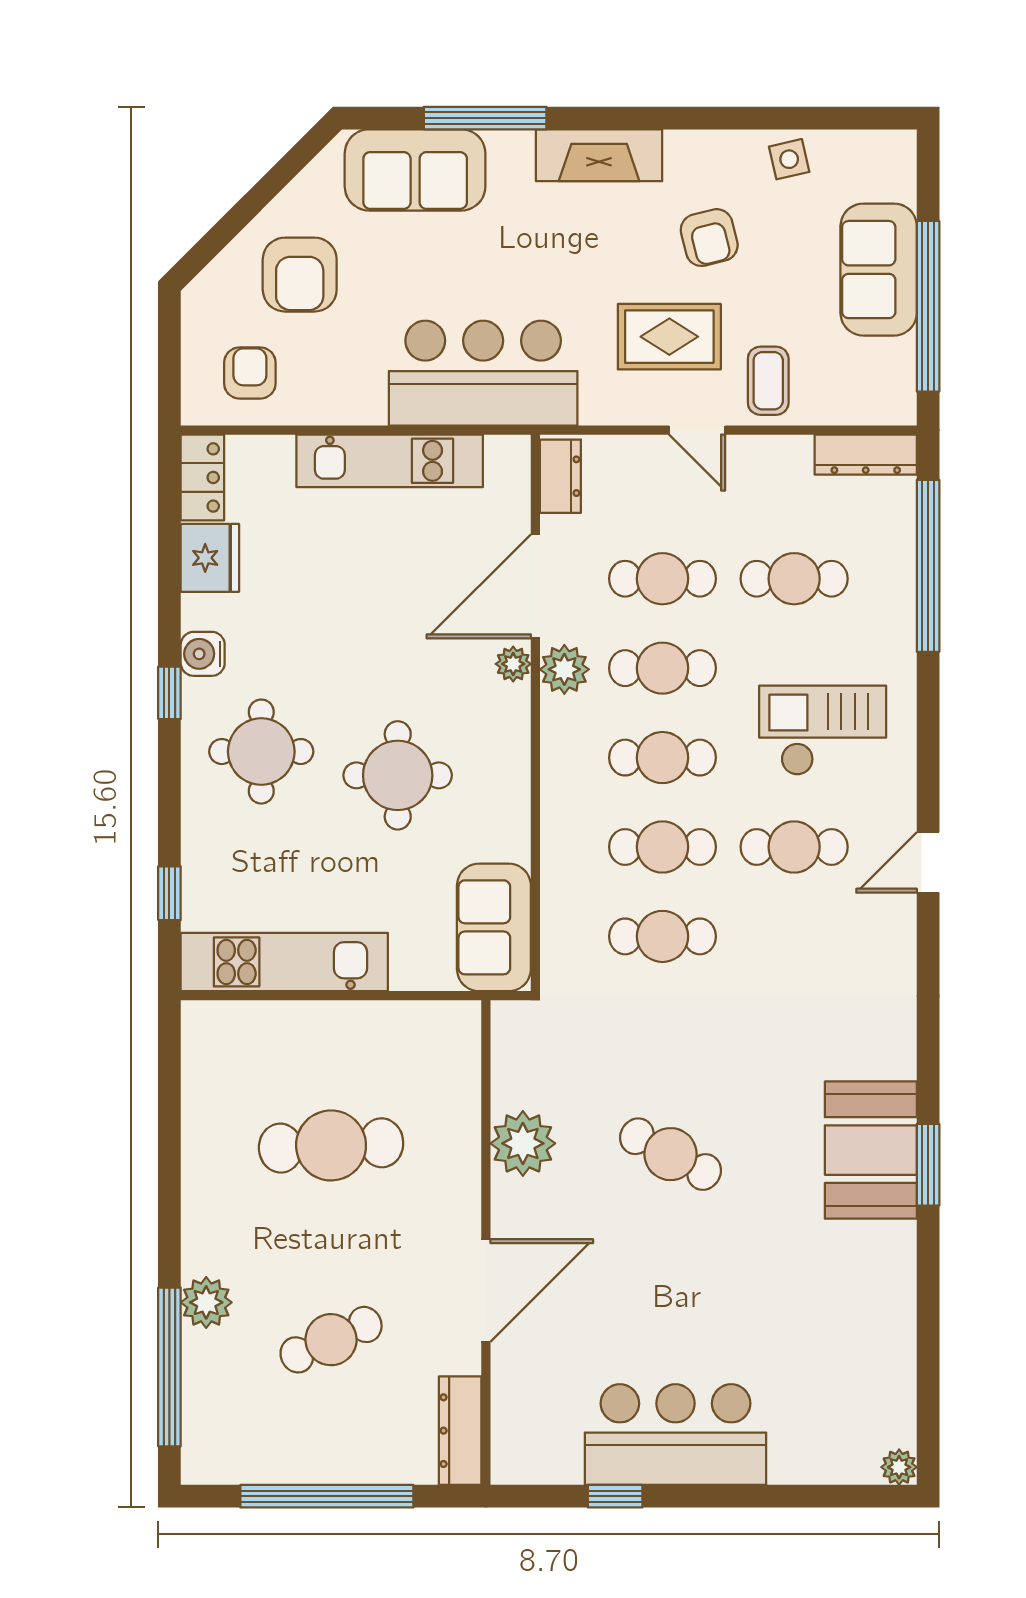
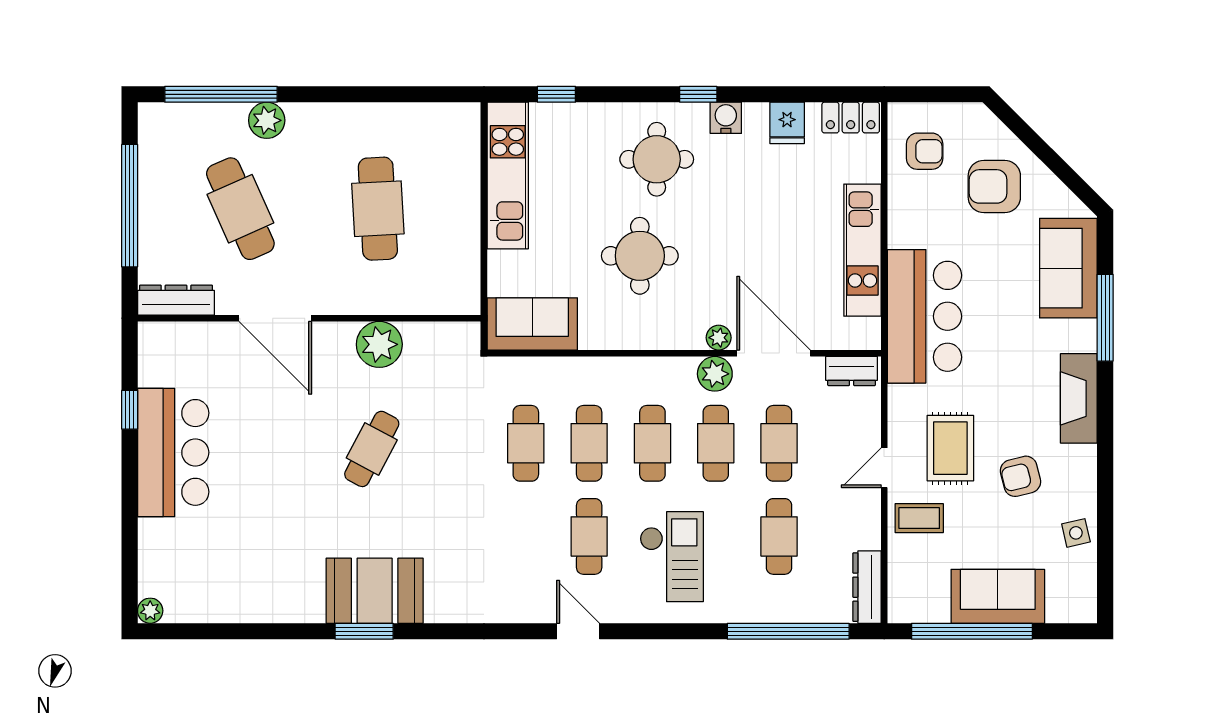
fridge: (210, 558) -> (787, 123), width x0.72
cafe table: (331, 1340) -> (240, 209), width x1.37, depth x1.35

